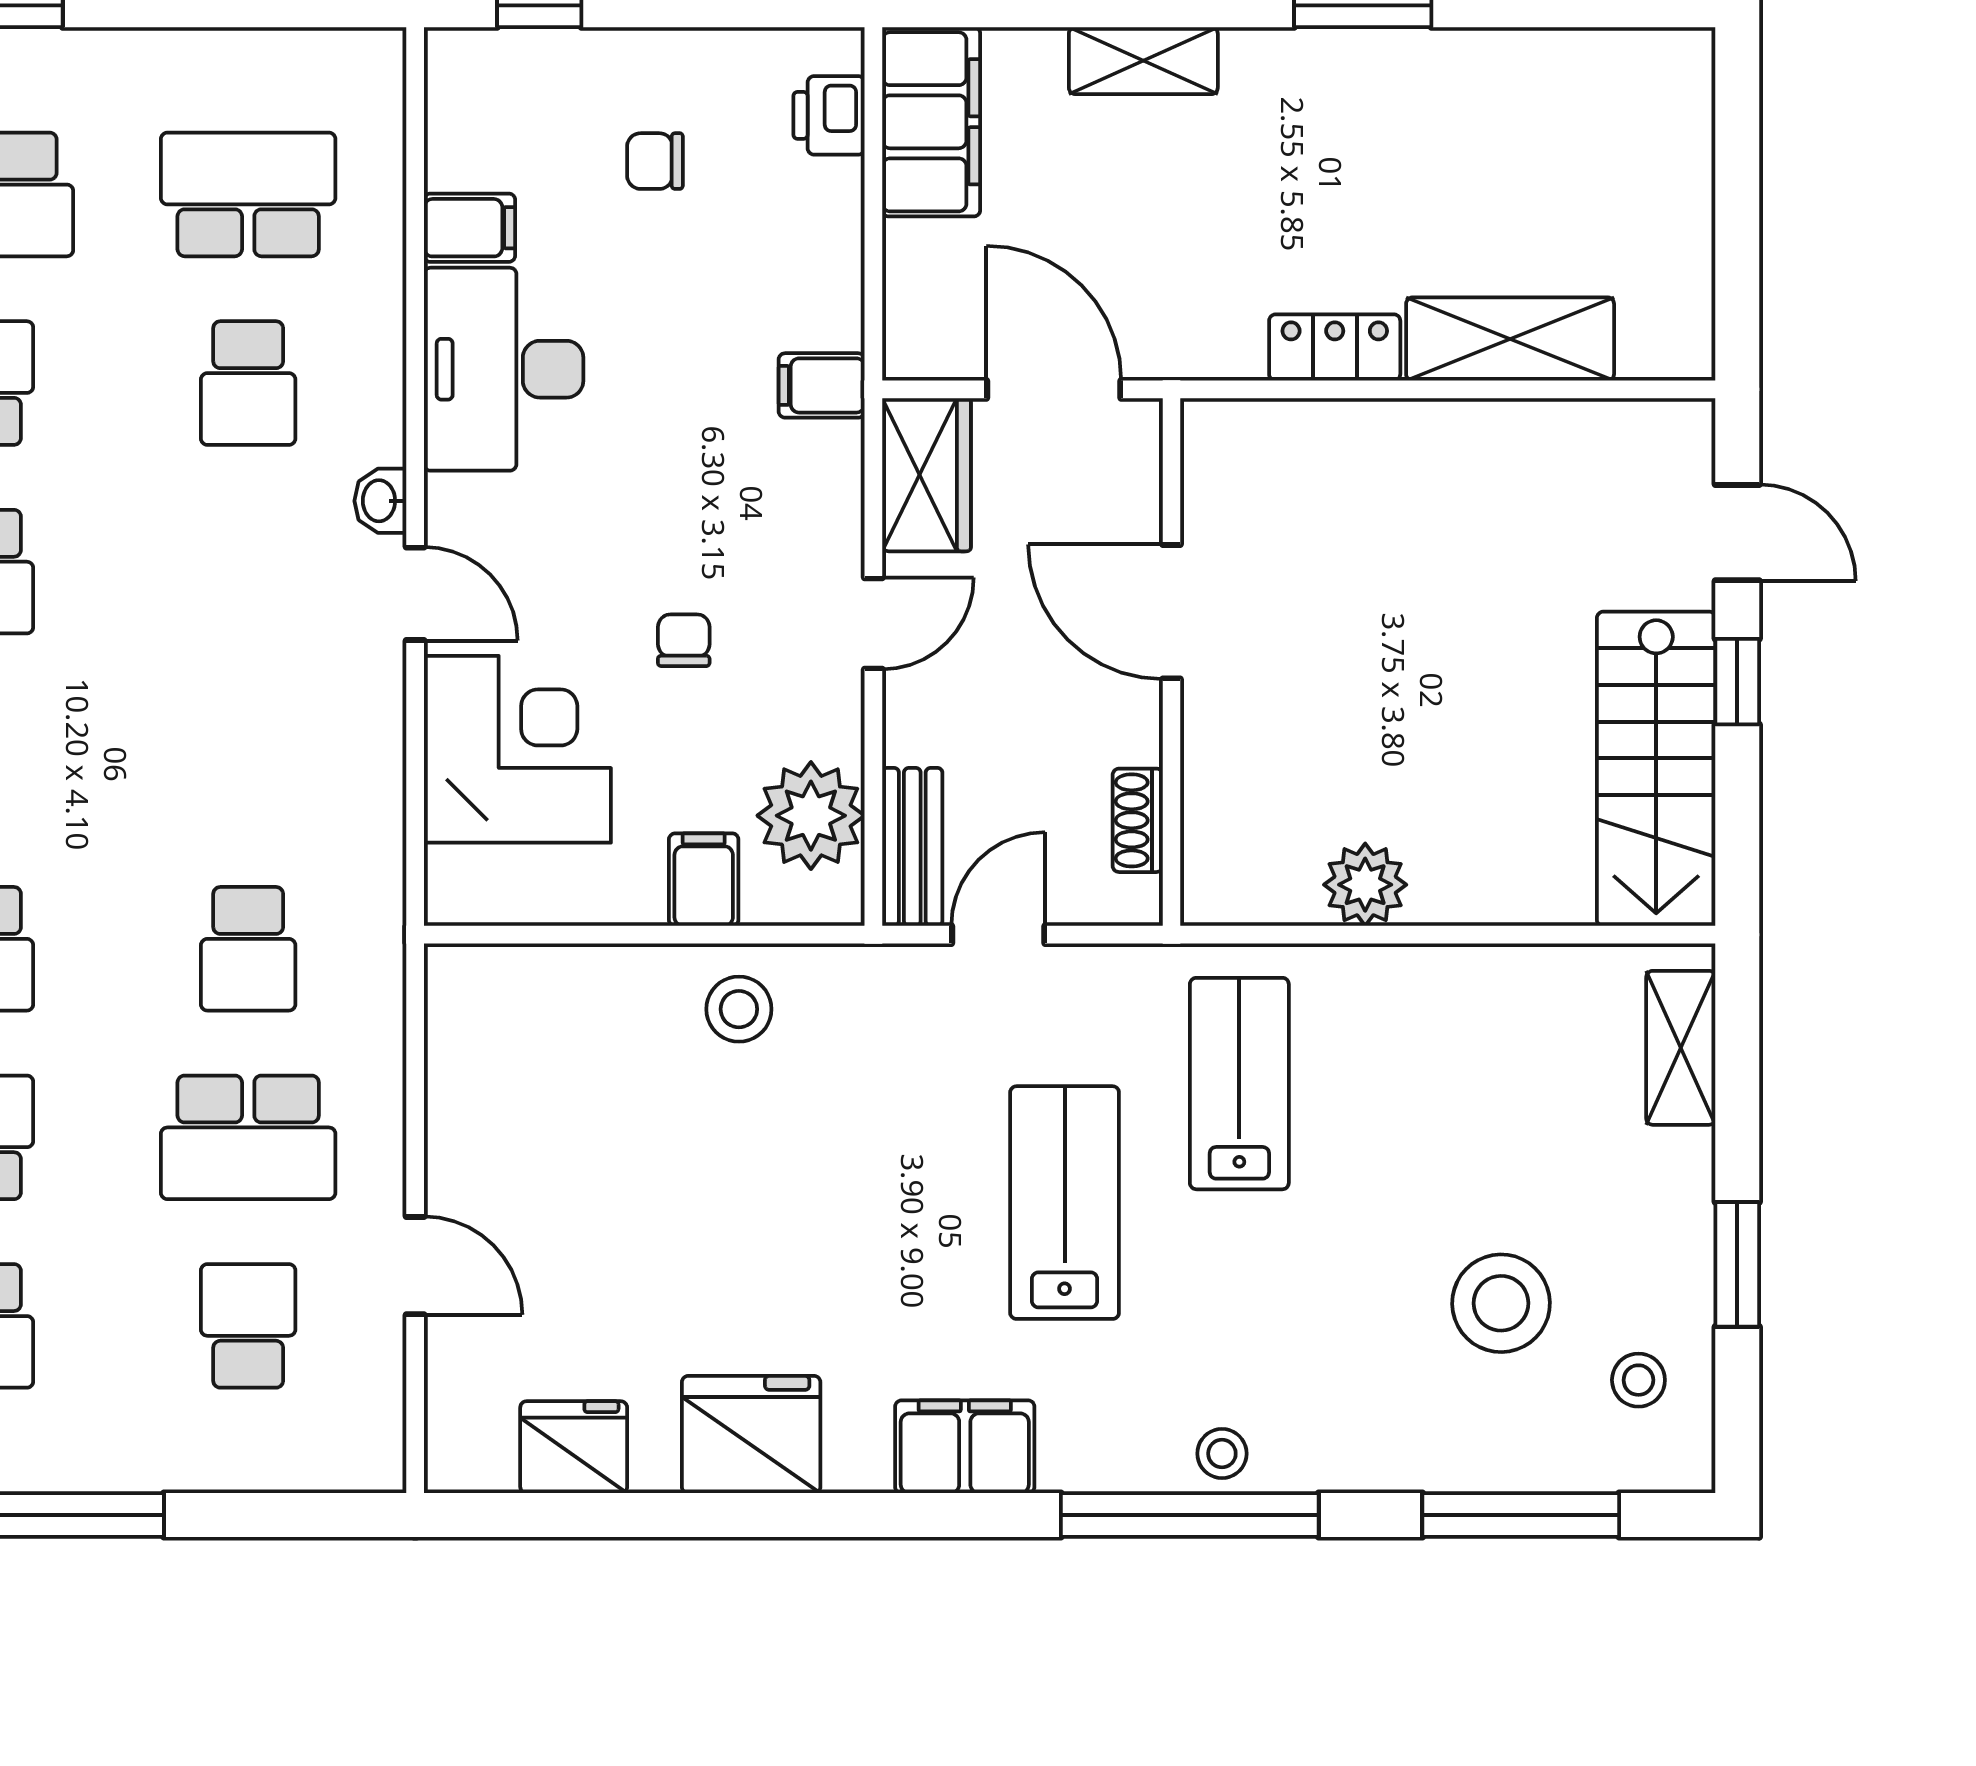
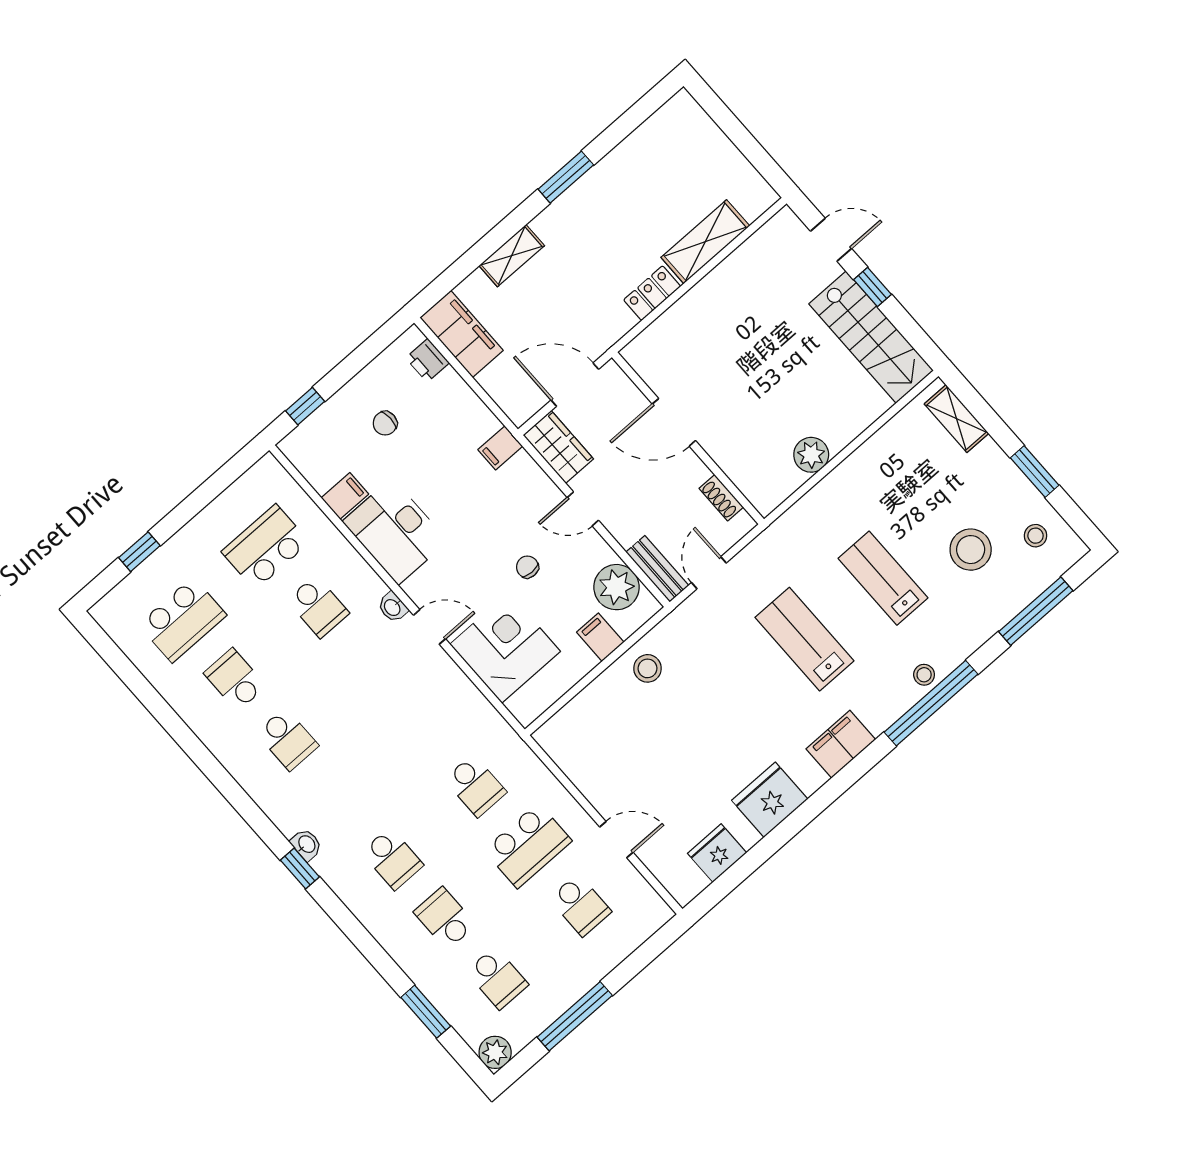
door: (873, 624) -> (583, 509), swing flipped
lab bench: (1239, 1084) -> (883, 578), moved
school desk: (248, 1326) -> (580, 905), turned 180

